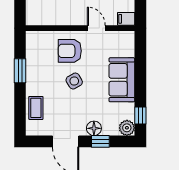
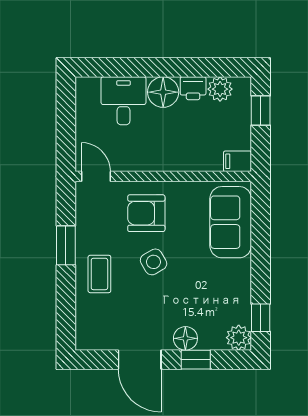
door: (96, 28) -> (96, 176), moved
sofa: (122, 80) -> (231, 222), moved
coffee table: (36, 108) -> (99, 274), moved

